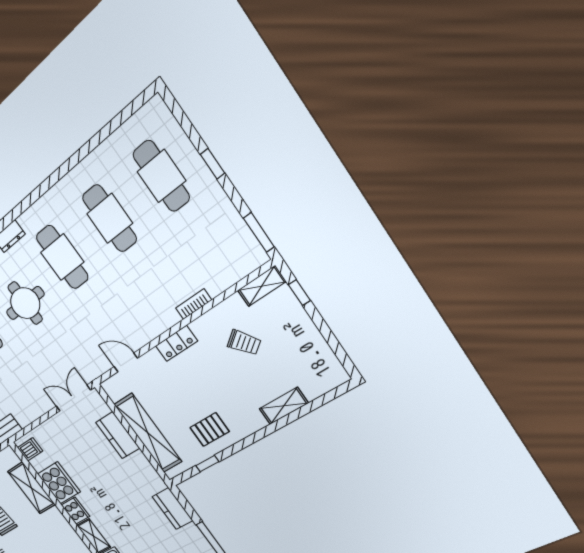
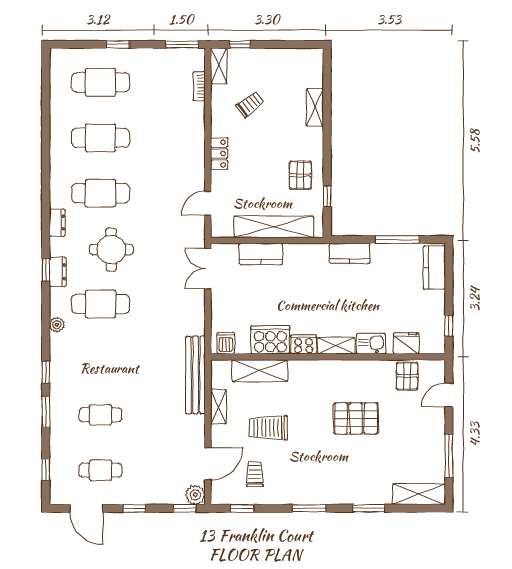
bookcase: (194, 304) -> (199, 86), moved

